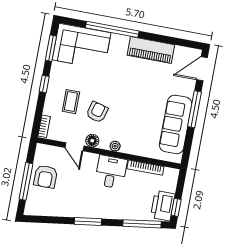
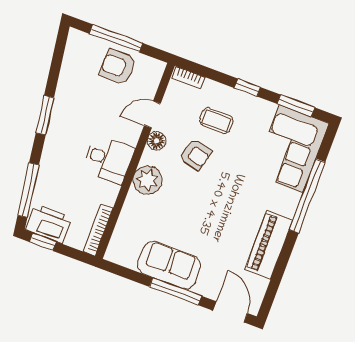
sofa: (176, 124) -> (169, 265), width x0.73
plant: (115, 146) -> (147, 180), width x1.87, depth x1.87
bookcase: (145, 168) -> (98, 230), moved

